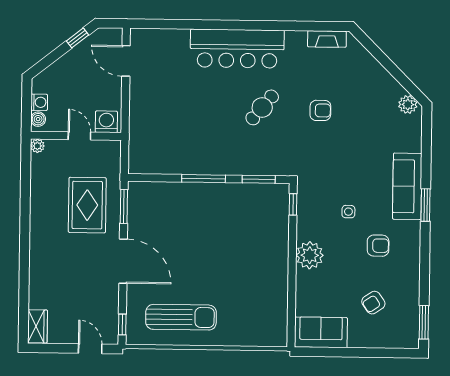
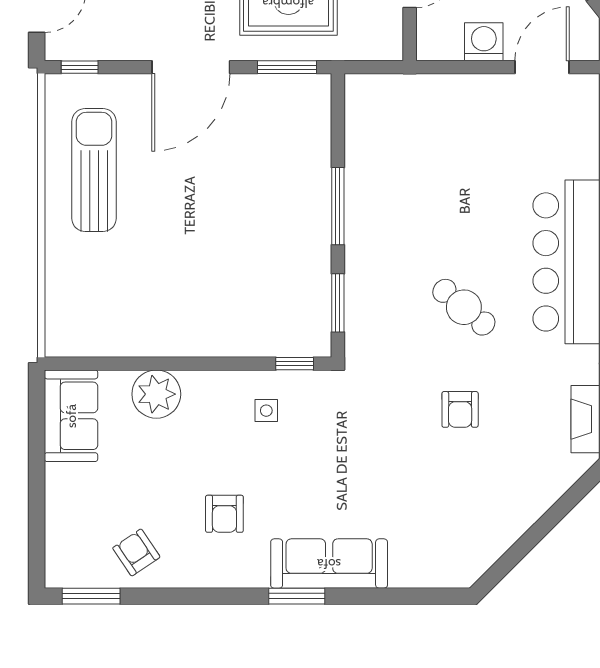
plant: (408, 104) -> (473, 562), removed
washing machine: (106, 122) -> (484, 42), moved, turned -90
side table: (348, 212) -> (266, 411), moved
plant: (310, 255) -> (156, 394), moved
armchair: (373, 303) -> (136, 552), moved
sun lounger: (181, 317) -> (94, 170), turned 180

